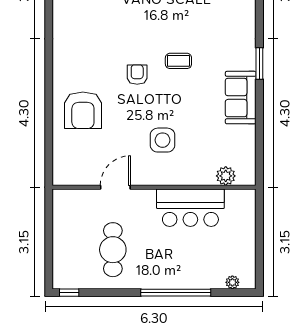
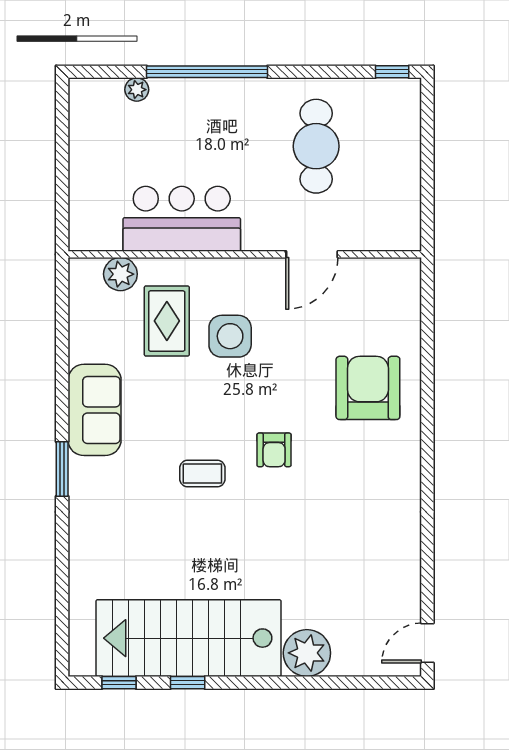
rug: (199, 149) -> (167, 321), added
plant: (232, 282) -> (137, 90), moved

